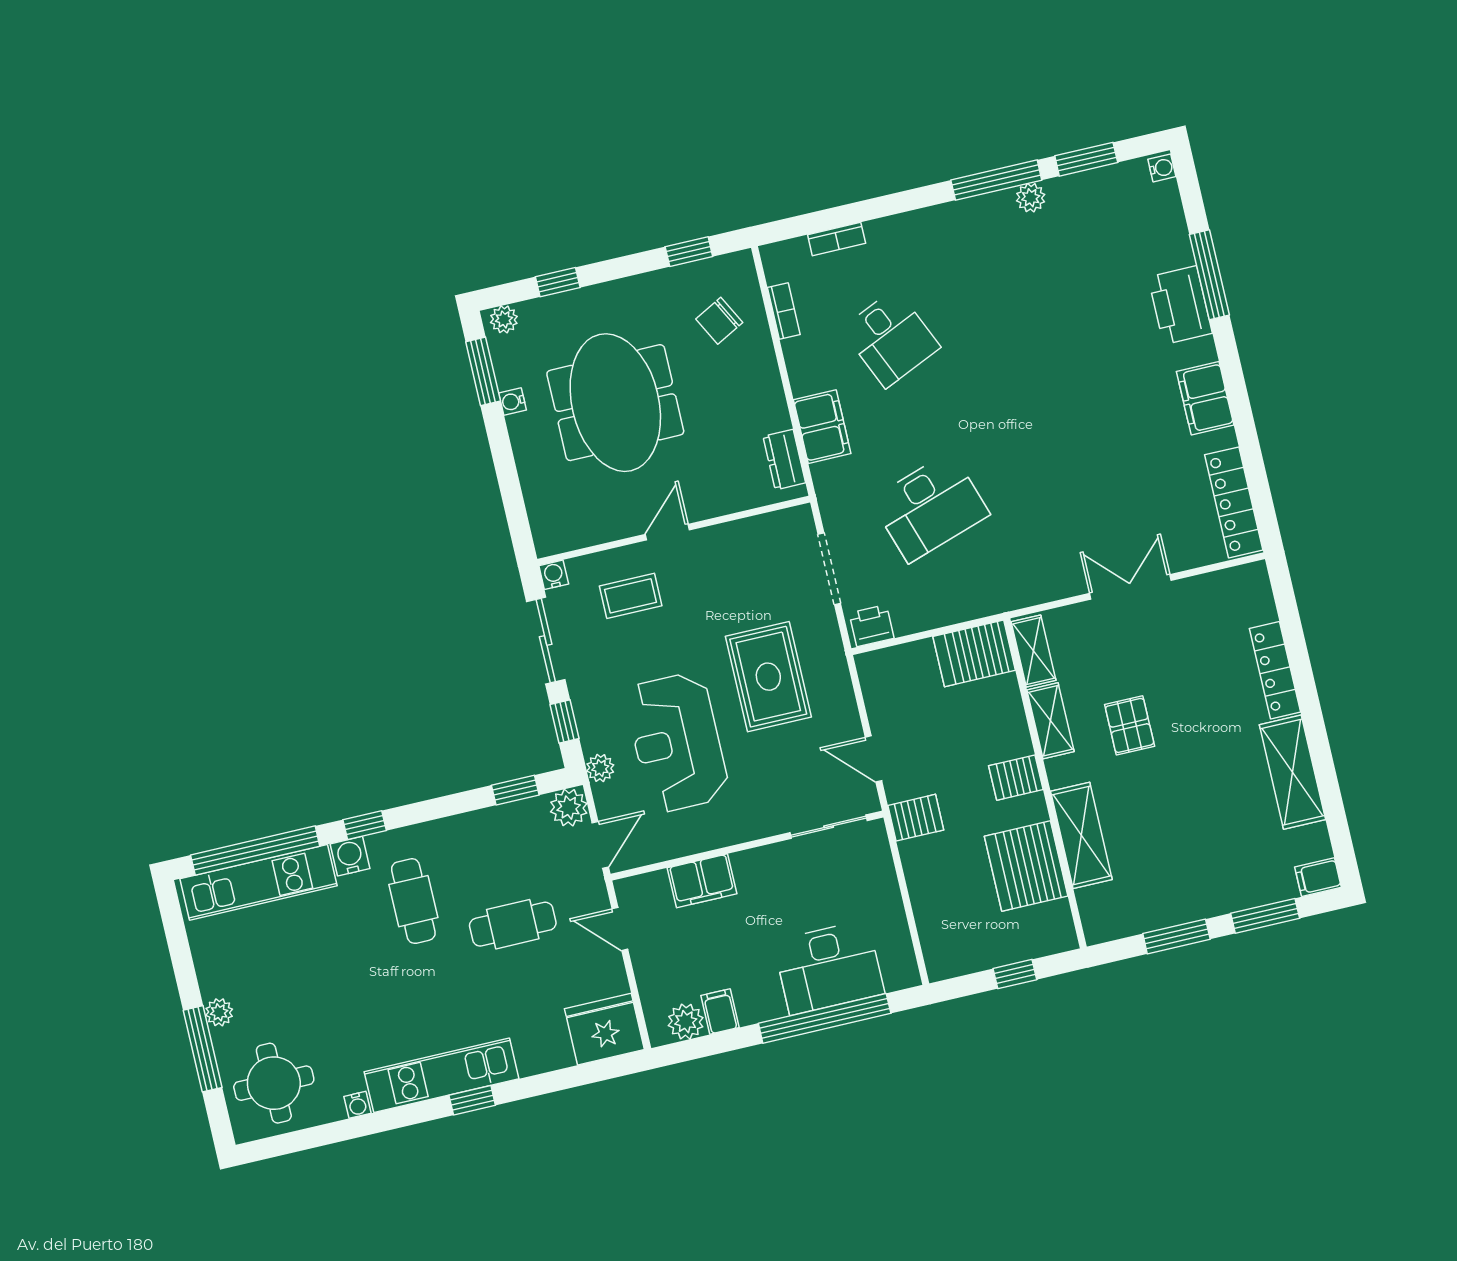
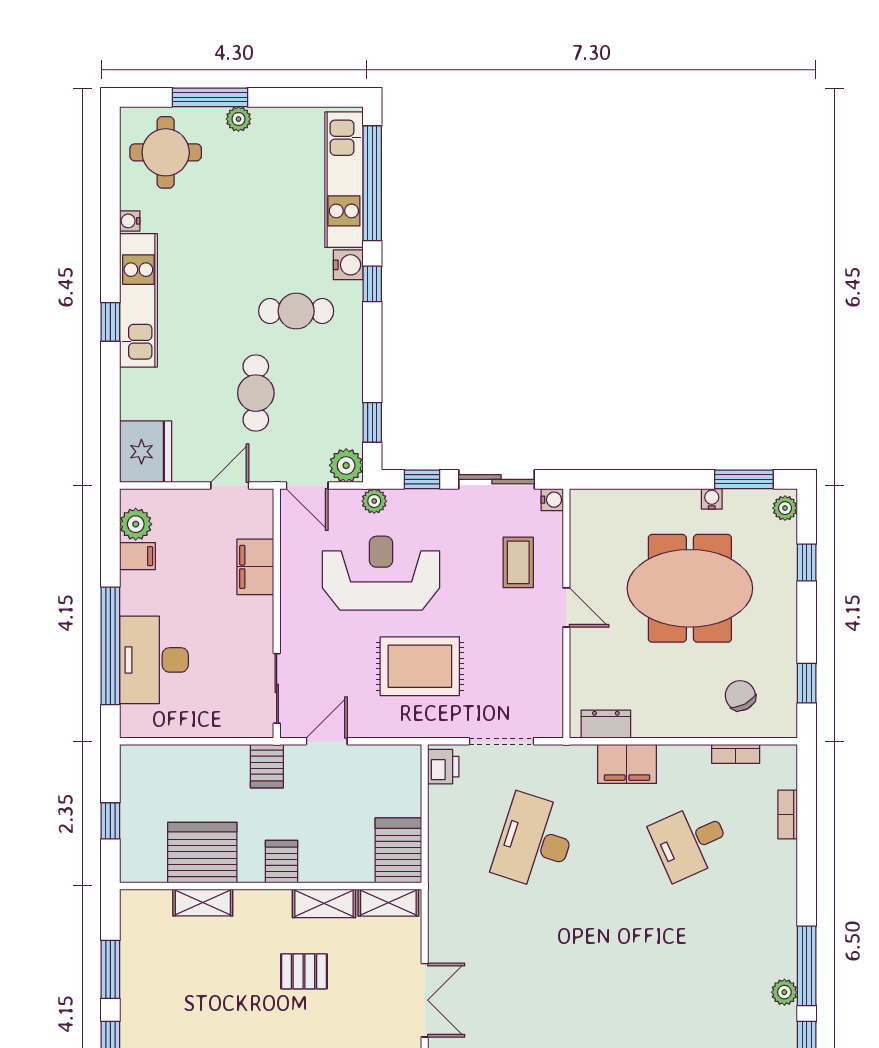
desk: (930, 507) -> (535, 842), turned 36
shelving: (1081, 835) -> (203, 902), width x0.67, depth x0.75

